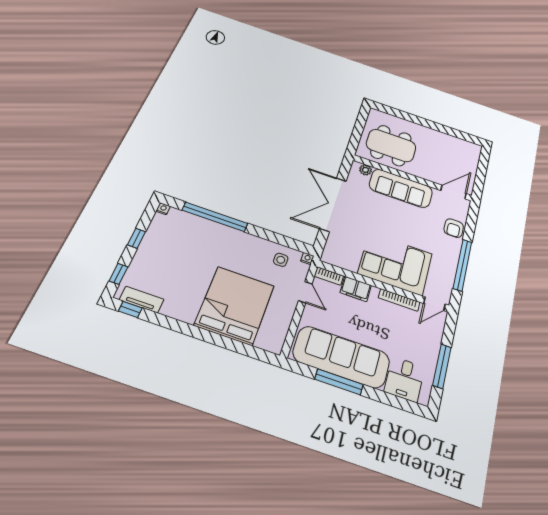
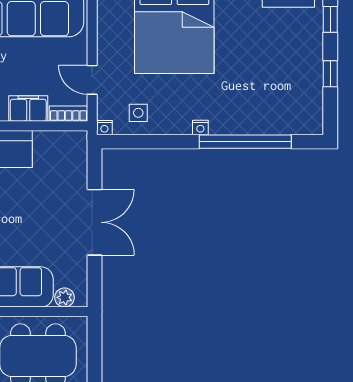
double door: (333, 204) -> (94, 222), width x0.73
nightstand: (163, 209) -> (200, 128), moved

